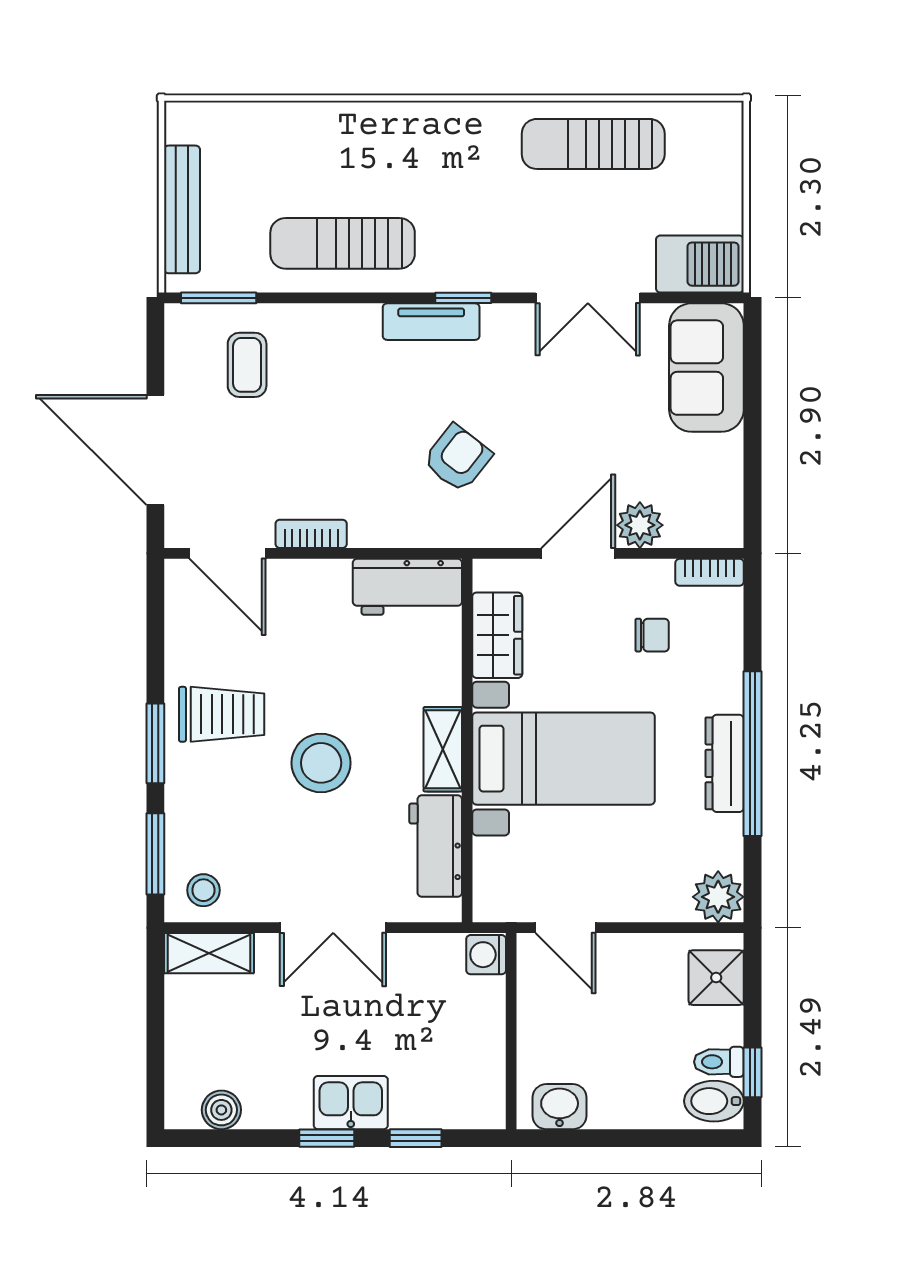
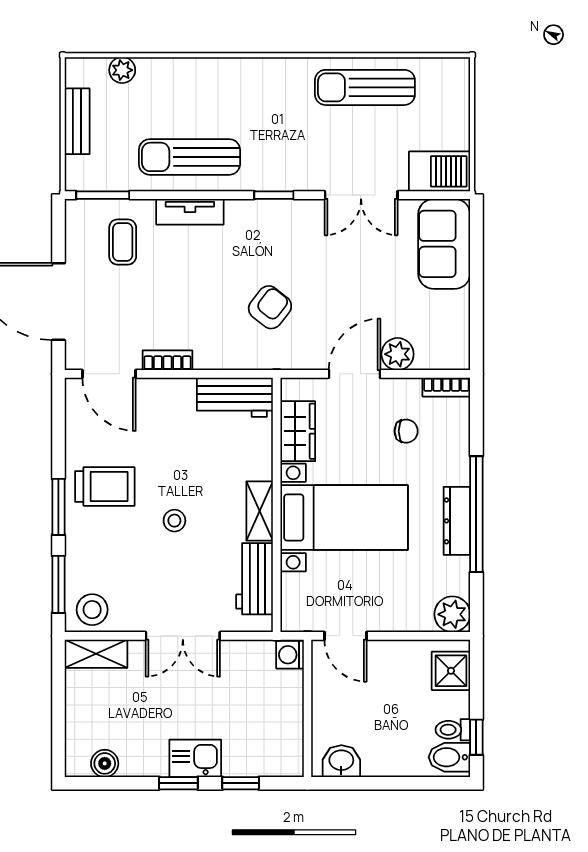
plant: (246, 119) -> (122, 70), added
bench: (182, 209) -> (77, 121), width x0.73
tv unit: (431, 322) -> (190, 212), moved
stool: (321, 763) -> (174, 521), width x0.53, depth x0.53
stool: (203, 890) -> (92, 610), width x1.37, depth x1.37

